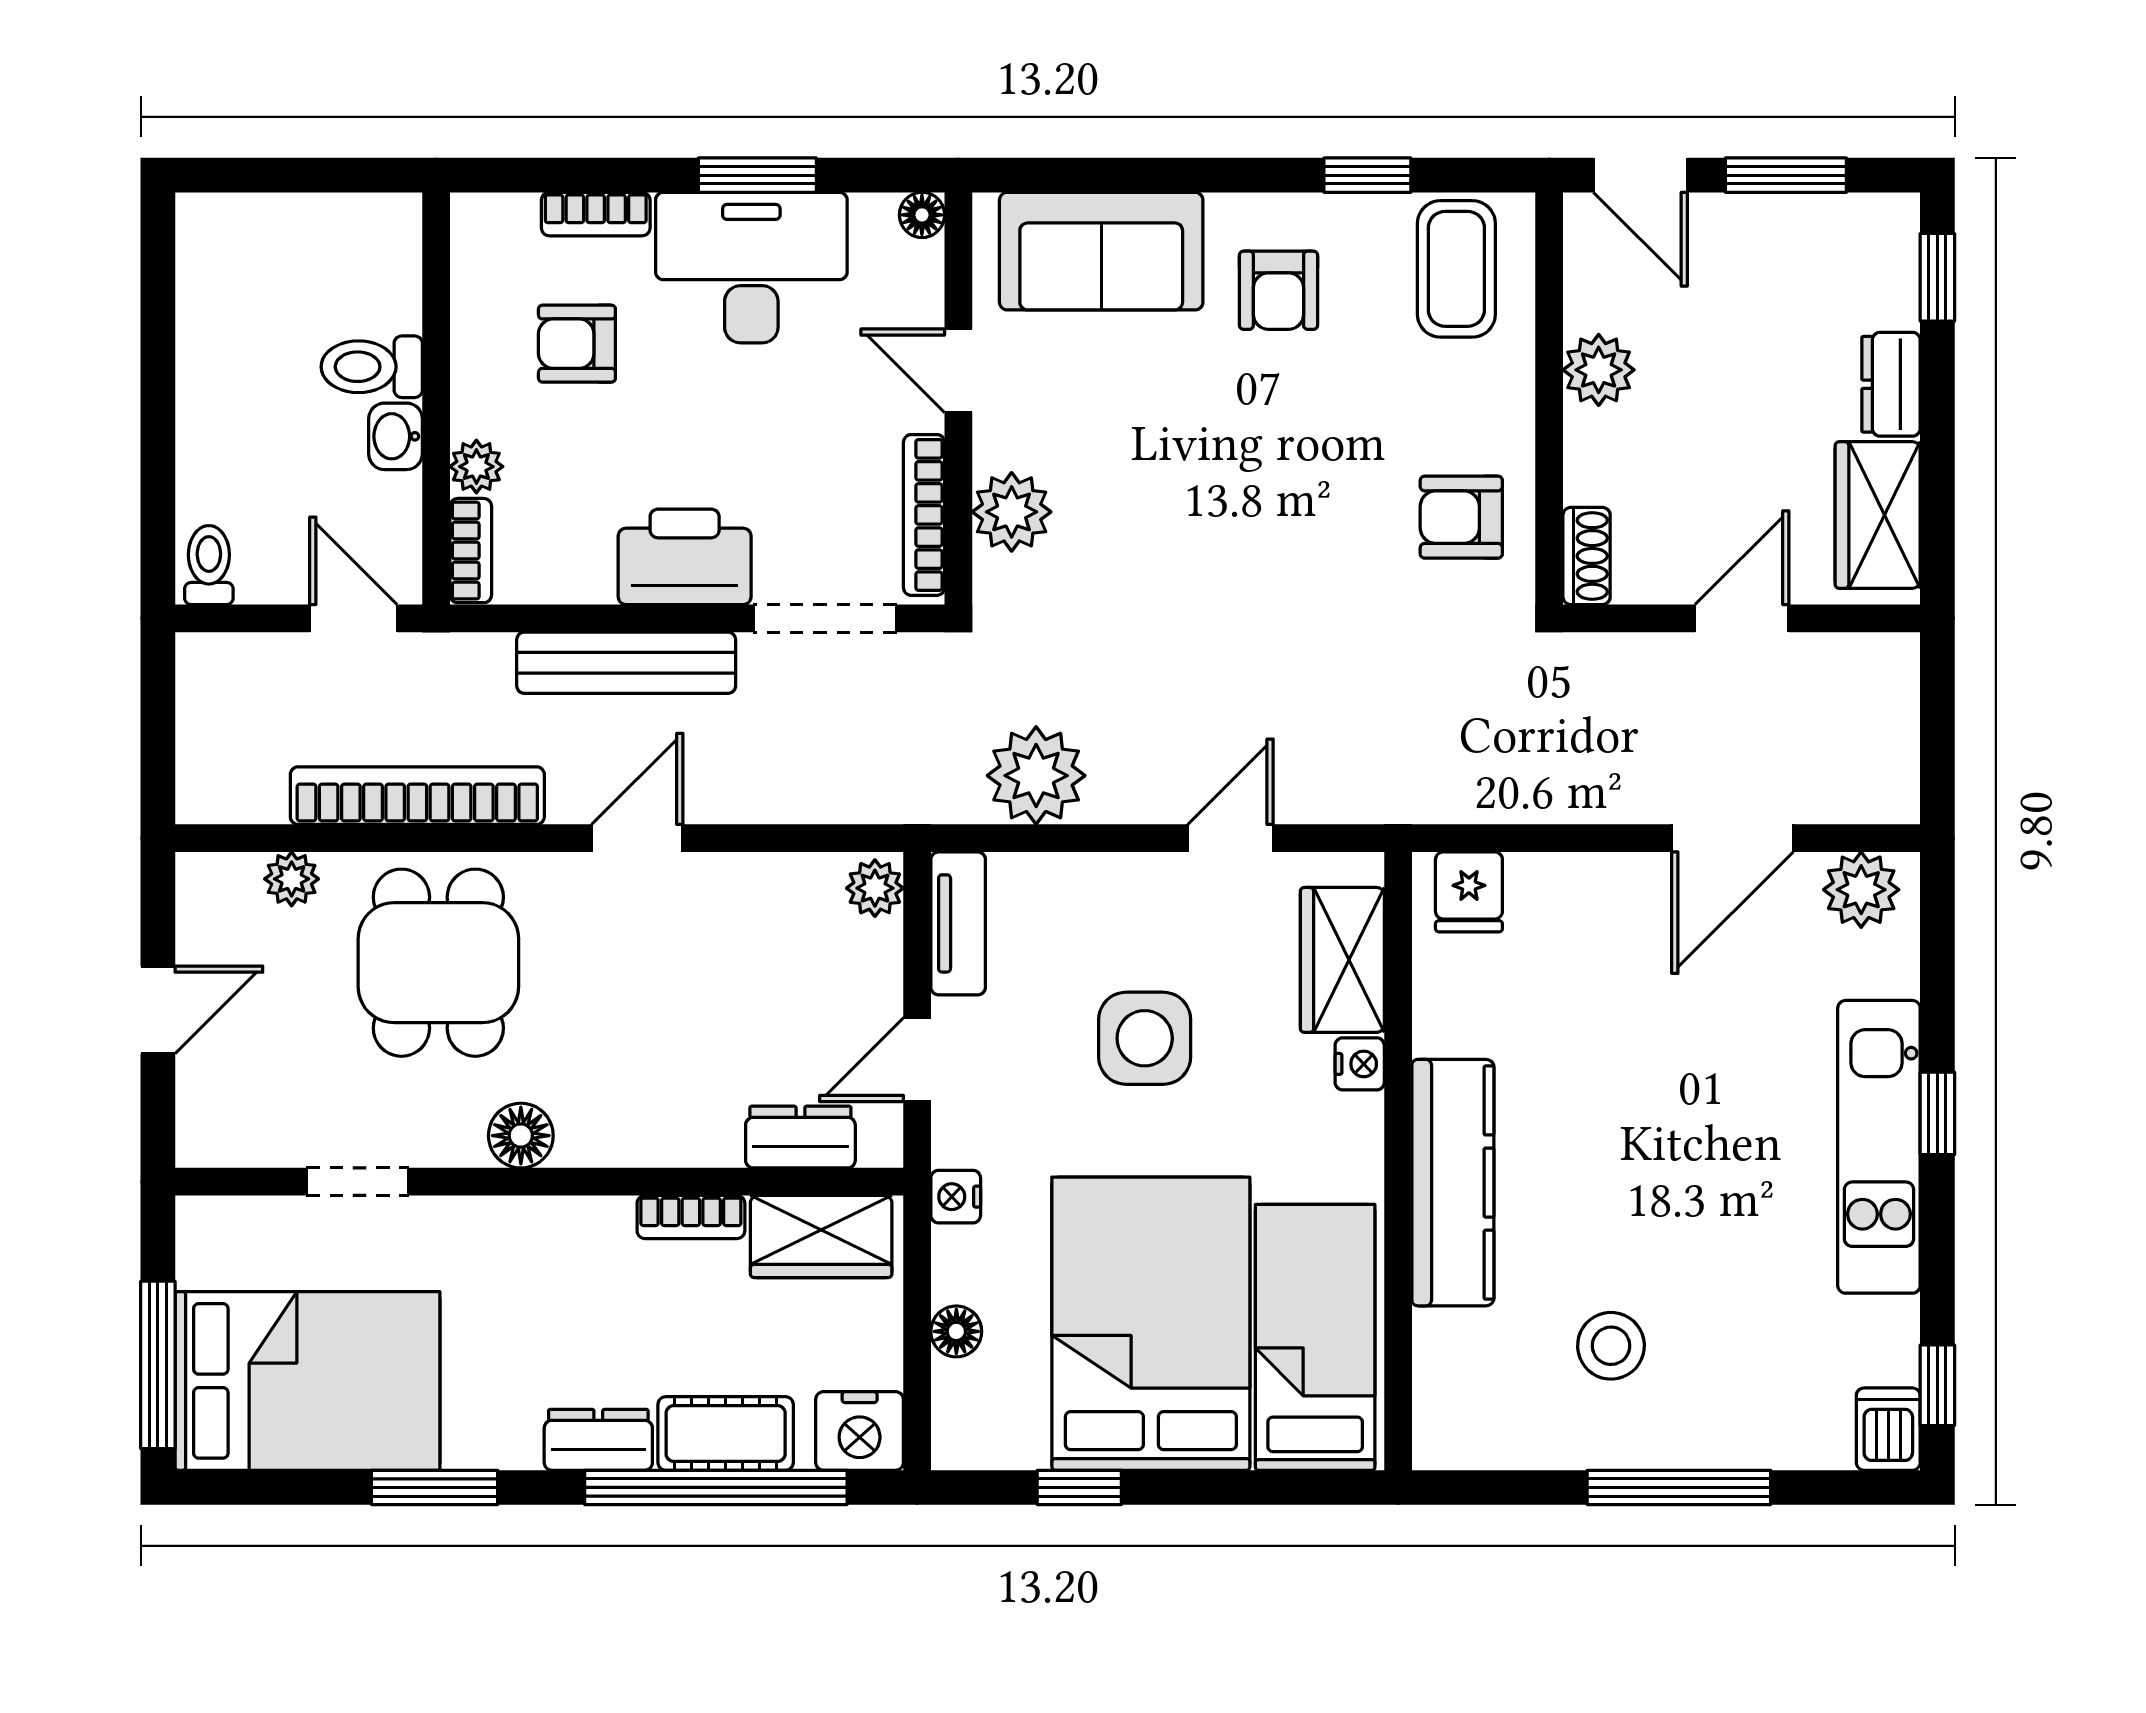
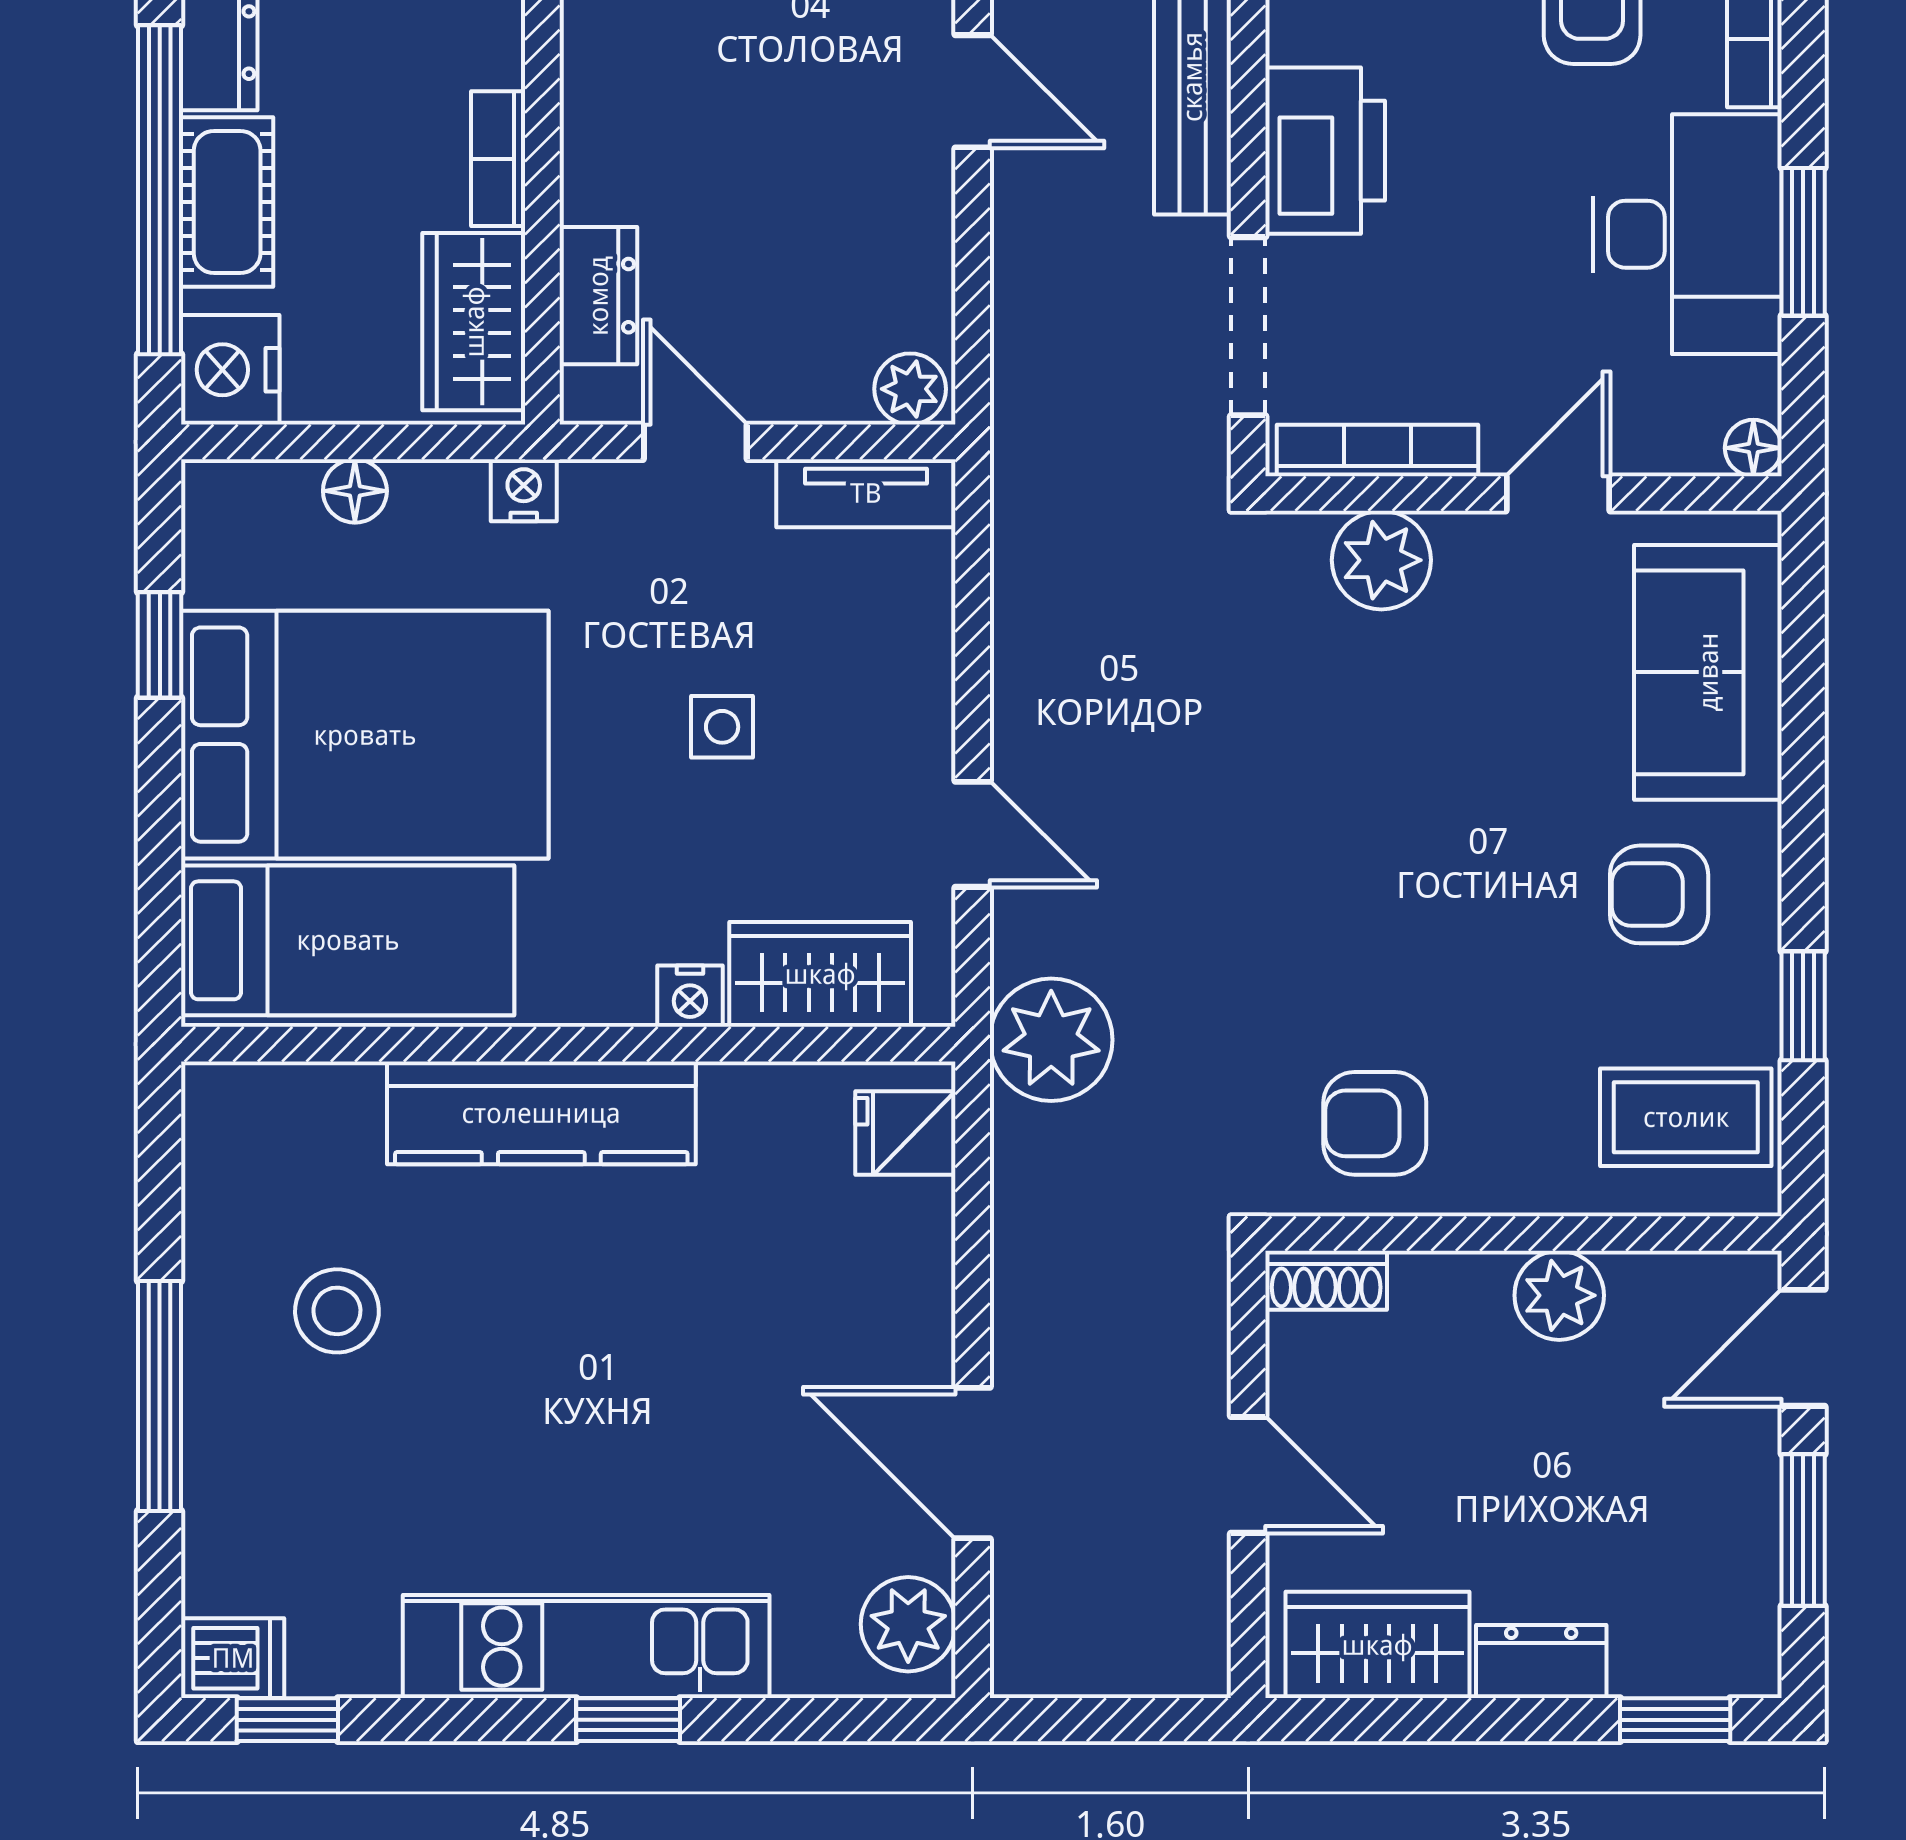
armchair: (1461, 517) -> (1375, 1123), turned -90
plant: (1036, 776) -> (1051, 1040), moved
side table: (1145, 1038) -> (722, 727), width x0.54, depth x0.54

